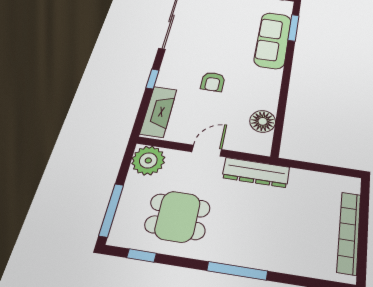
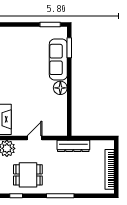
armchair: (213, 82) -> (29, 95), removed
floor lamp: (263, 121) -> (60, 88), moved
dresser: (256, 172) -> (73, 146), moved

